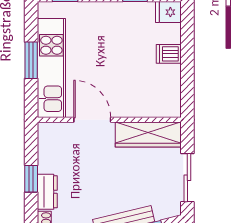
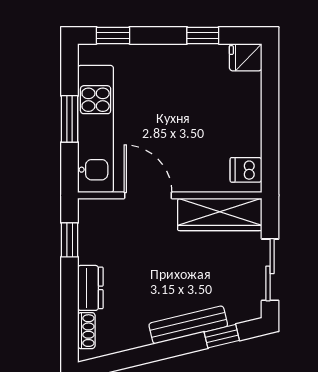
dishwasher: (169, 54) -> (246, 170), moved
window: (31, 179) -> (69, 240), moved

